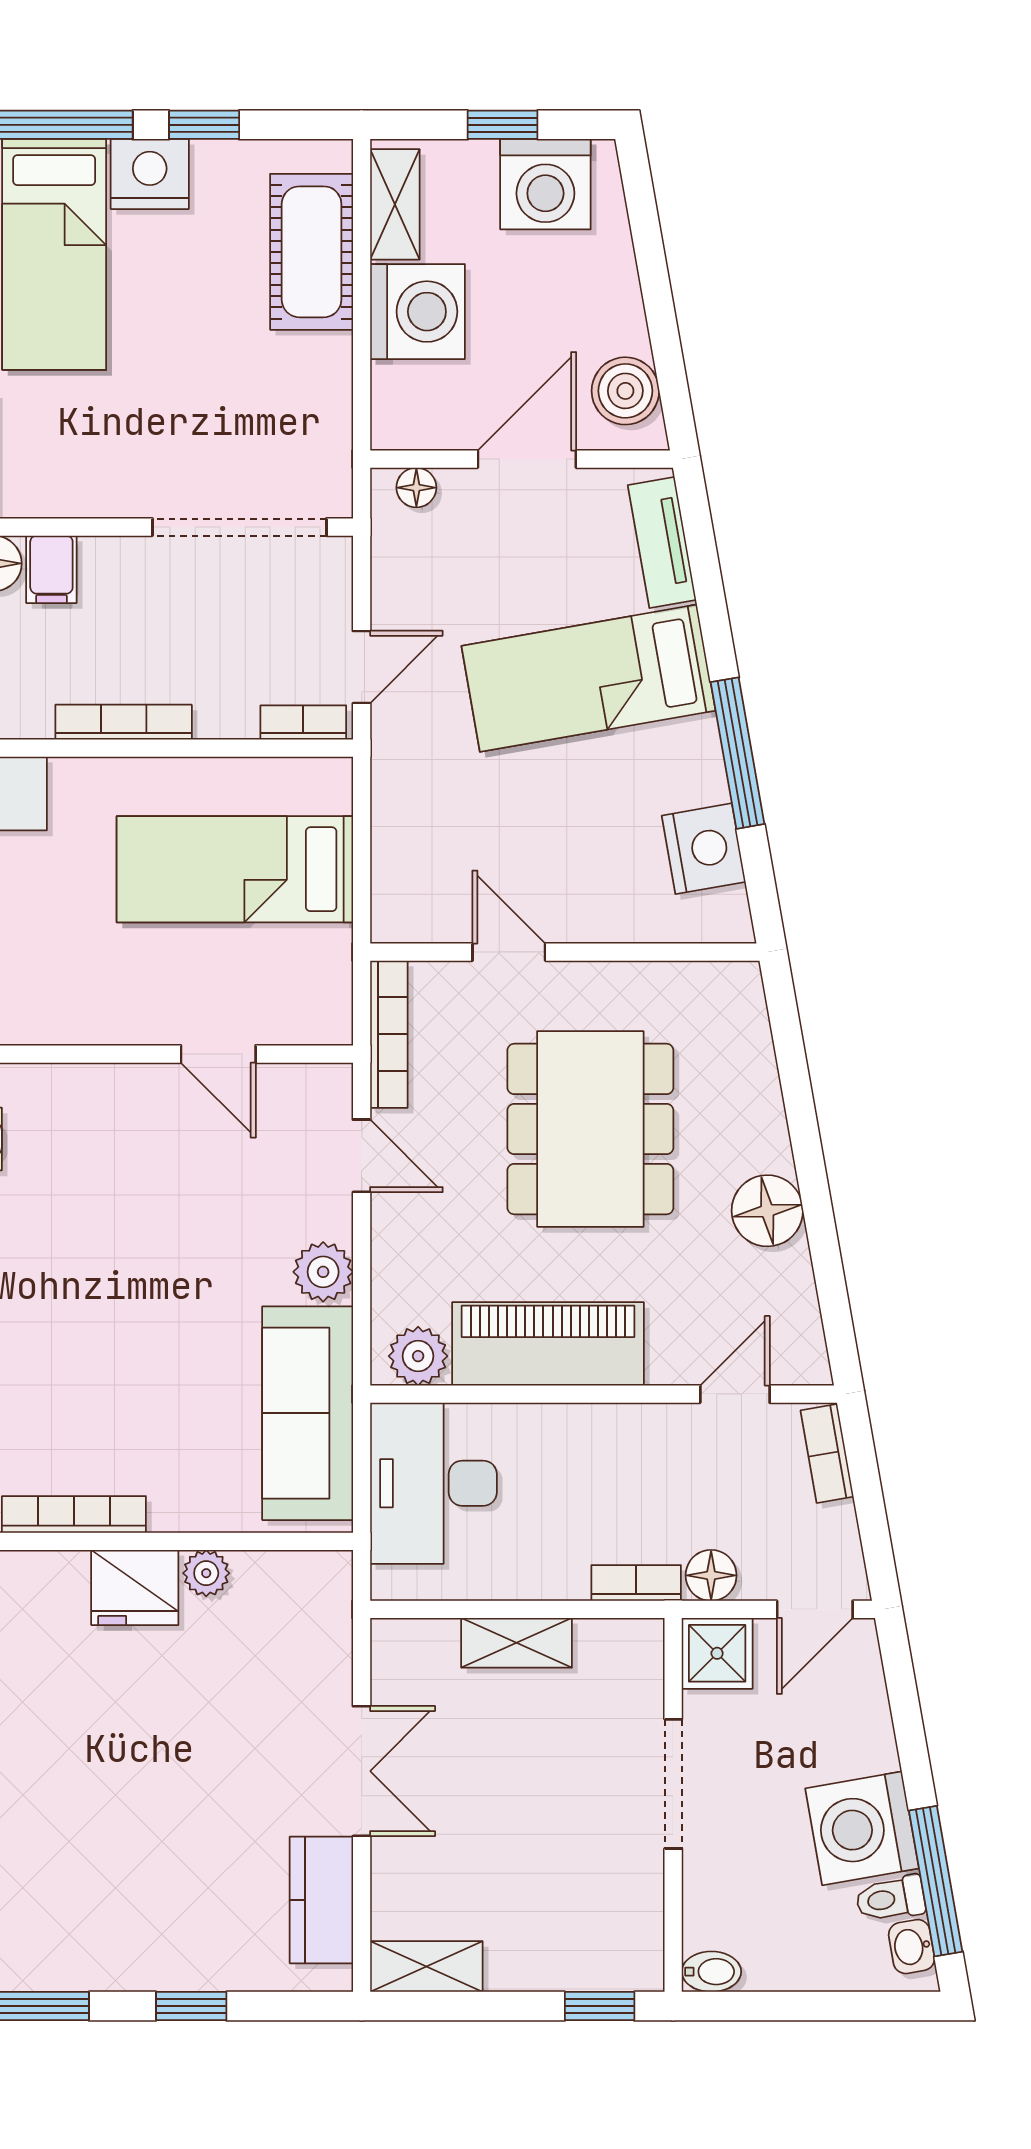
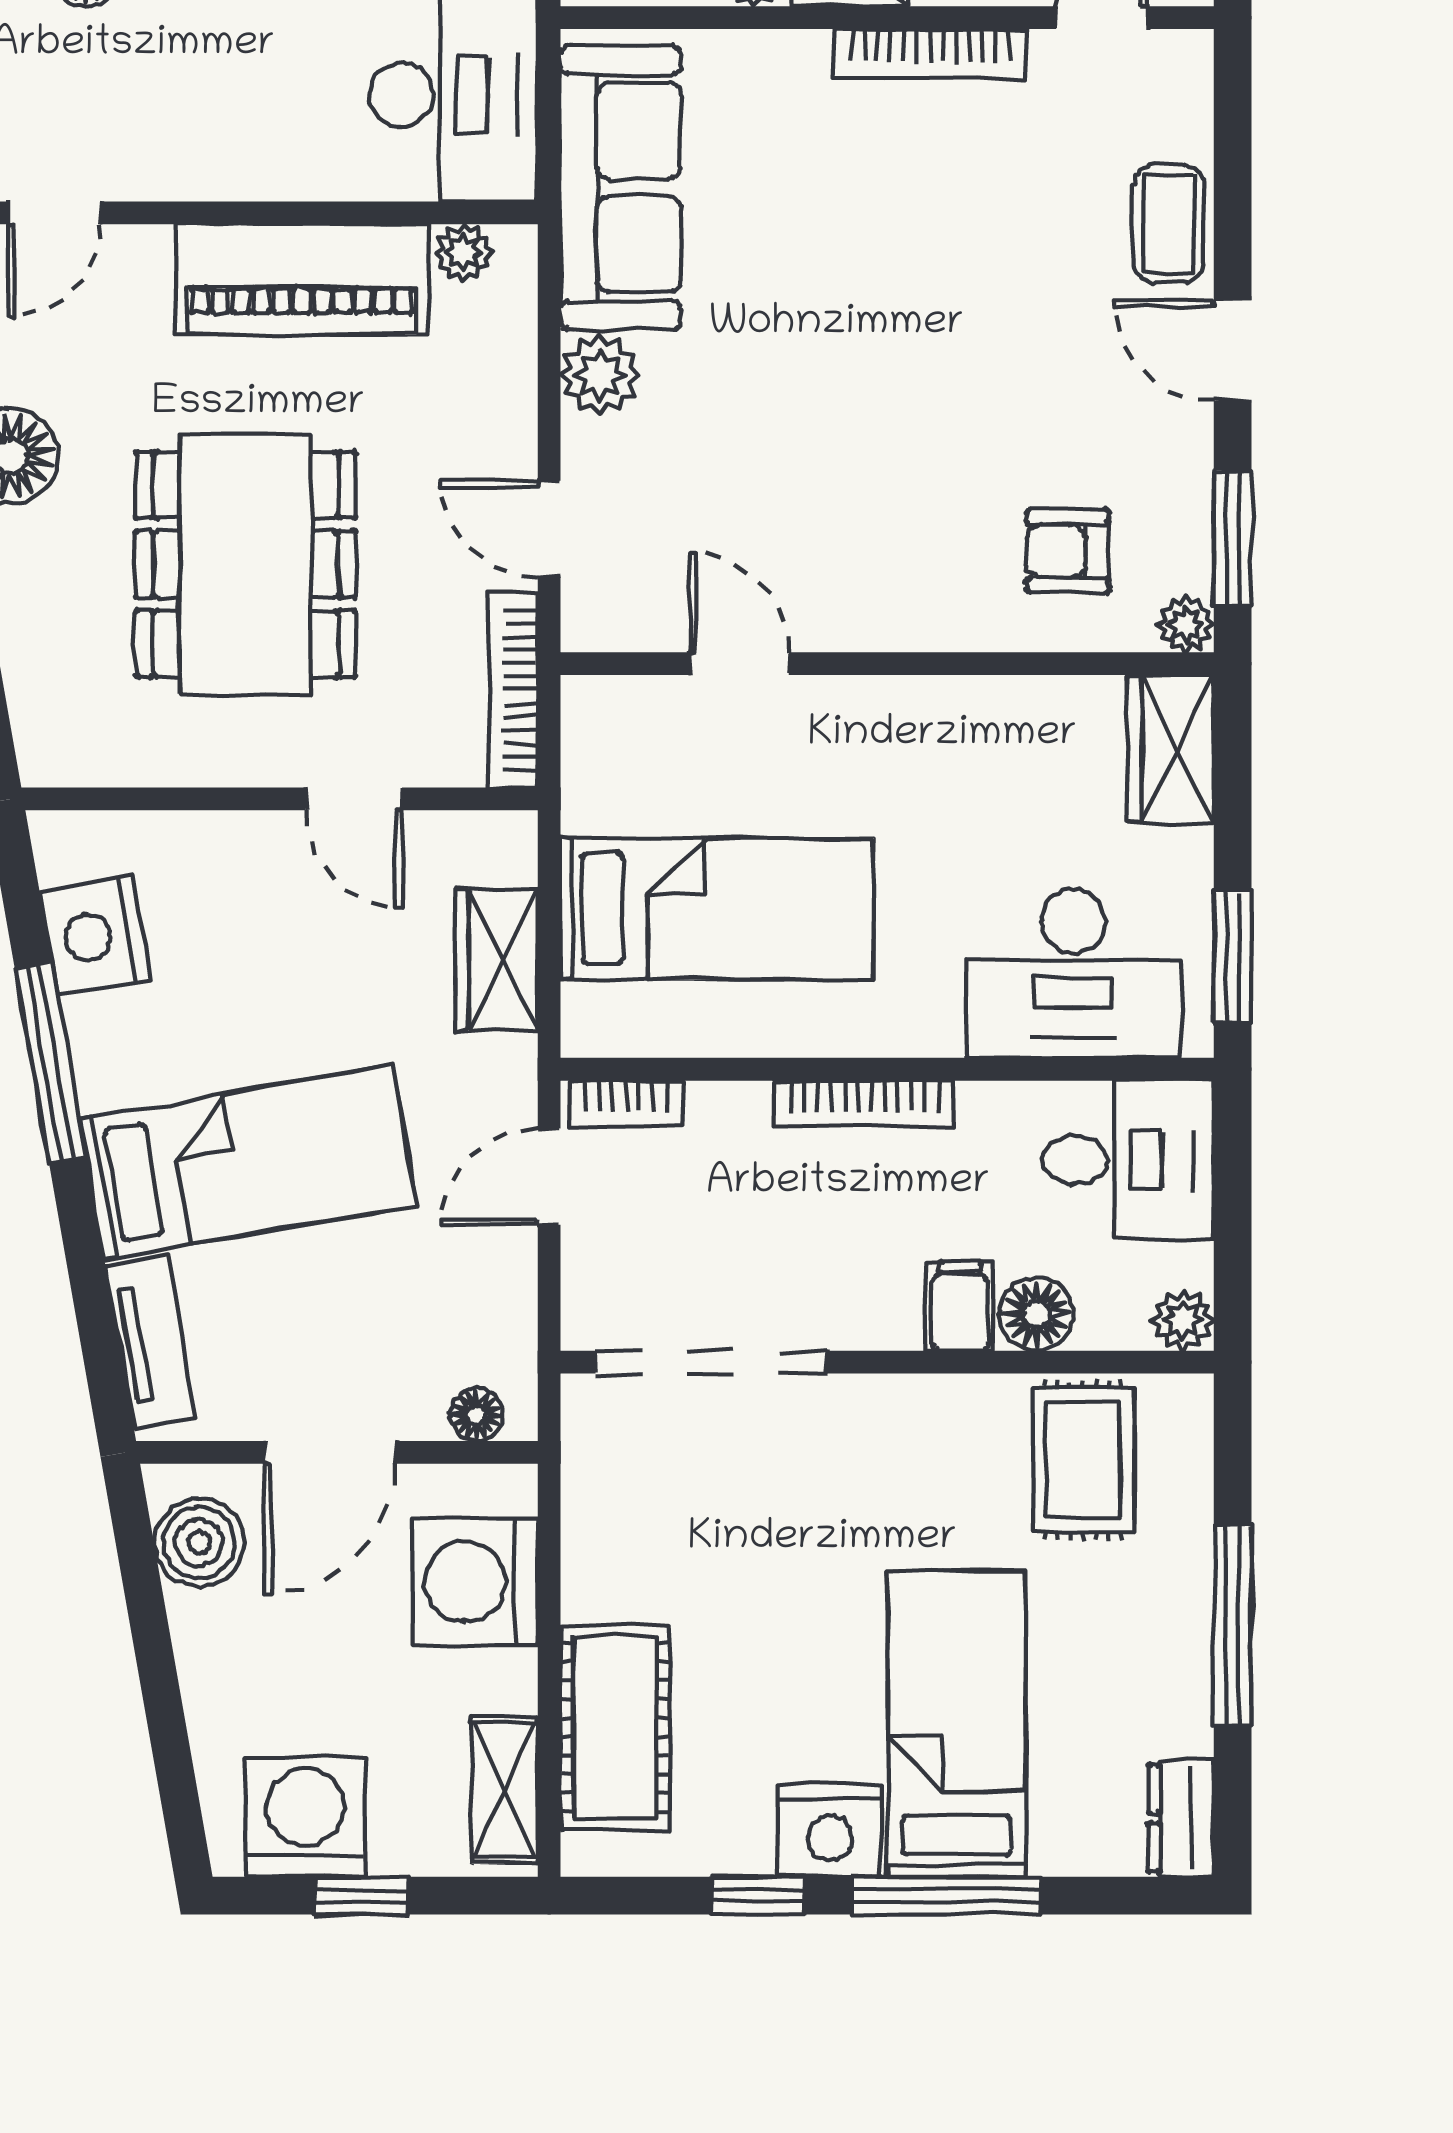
washing machine: (417, 312) -> (475, 1582), moved
wardrobe: (401, 831) -> (497, 960), added
plant: (418, 1356) -> (463, 253), width x0.73, depth x0.73

